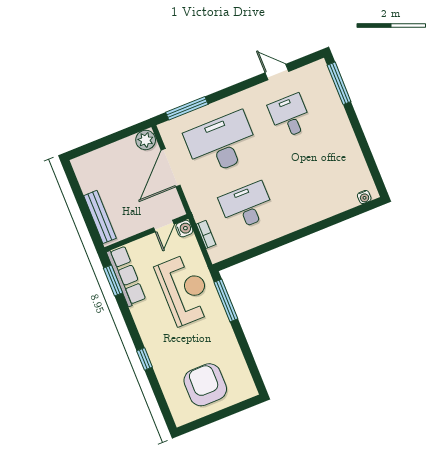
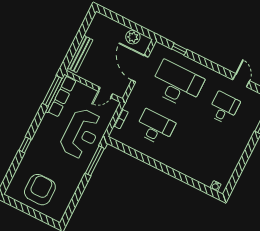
window: (187, 108) -> (179, 49), width x0.46
plant: (146, 140) -> (133, 37), moved
door: (171, 168) -> (140, 69), hinge flipped
water cooler: (184, 229) -> (114, 105), removed
window: (113, 280) -> (52, 91), width x1.44

